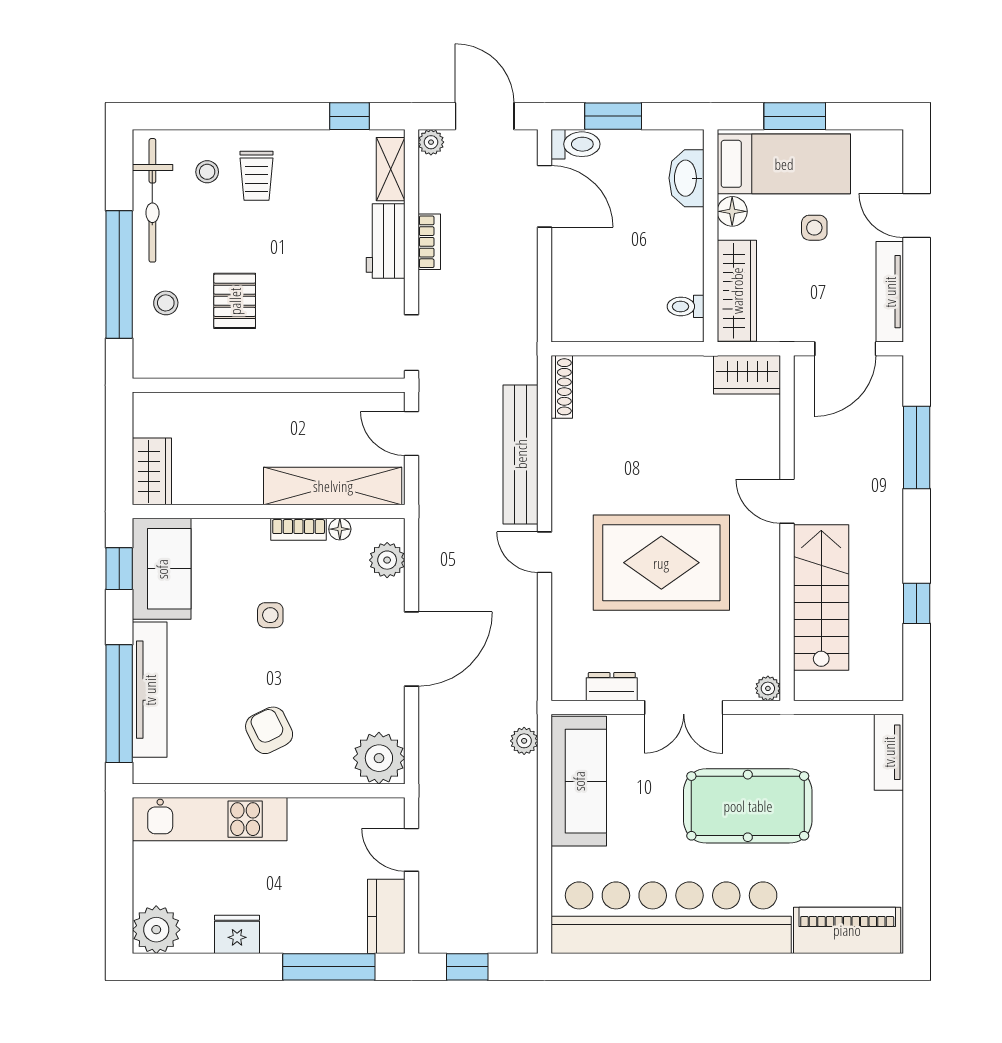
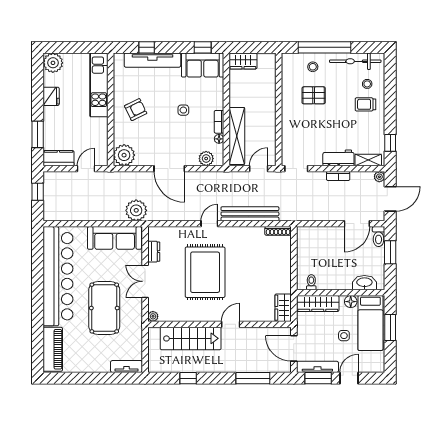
window: (917, 290) -> (318, 378), added
window: (119, 704) -> (147, 47), width x0.32
plant: (524, 741) -> (136, 210), width x1.88, depth x1.88
window: (329, 967) -> (38, 134), width x0.69

